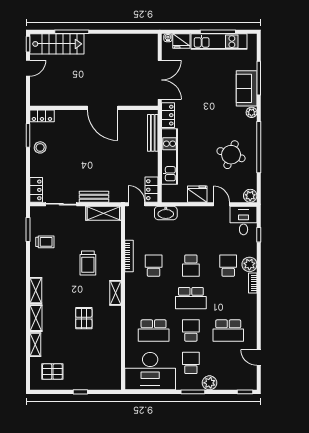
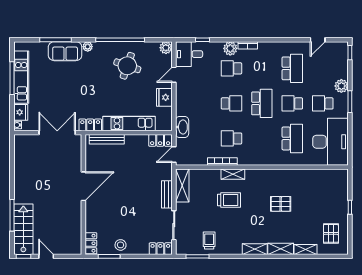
shelving: (116, 293) -> (233, 174), moved

